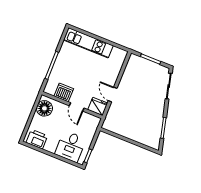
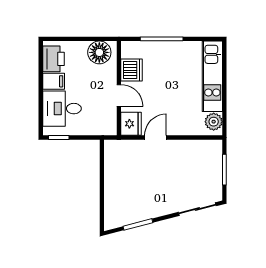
plant: (117, 54) -> (214, 122), added
door: (77, 107) -> (119, 95), swing flipped
filing cabinet: (51, 145) -> (54, 81), added

